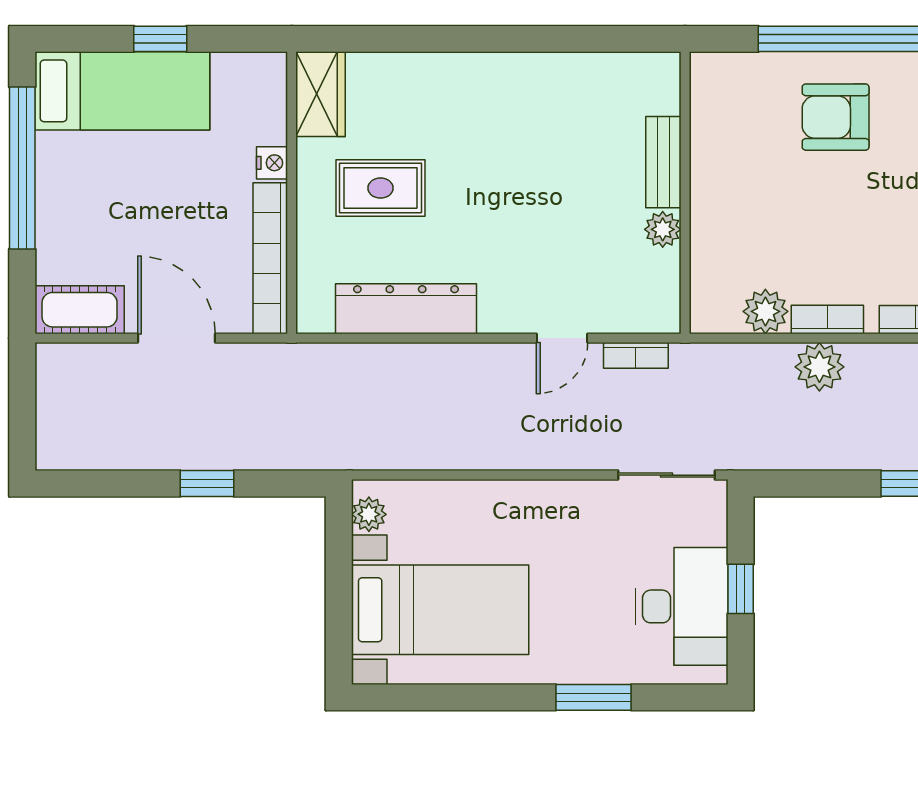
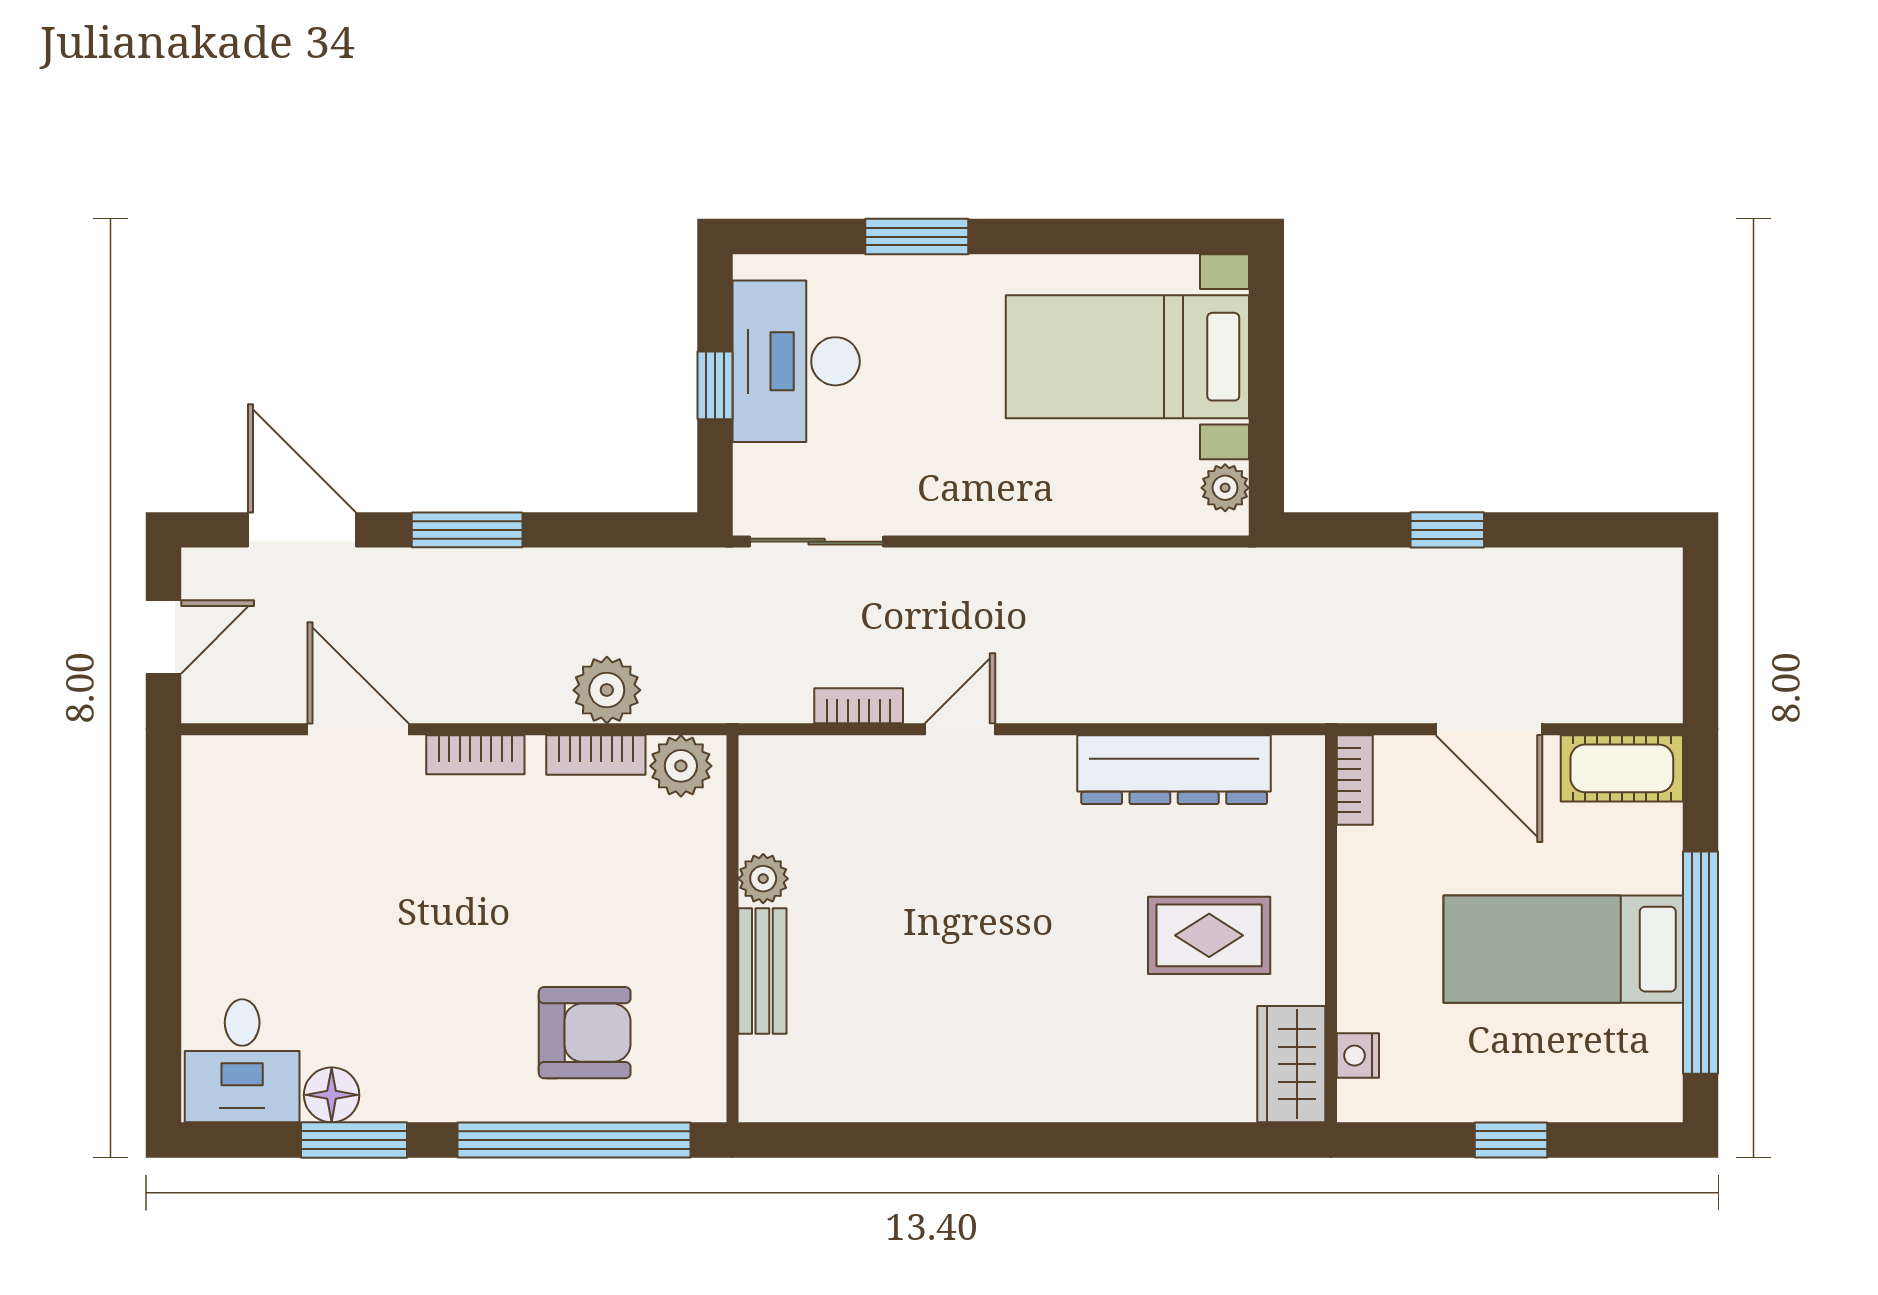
bed: (122, 91) -> (1563, 949), moved
bench: (663, 162) -> (762, 971), moved
nightstand: (272, 163) -> (1358, 1056), moved
wall: (685, 193) -> (733, 929), moved
plant: (663, 229) -> (763, 879), moved
bookcase: (270, 258) -> (1355, 780), width x0.43, depth x0.76

